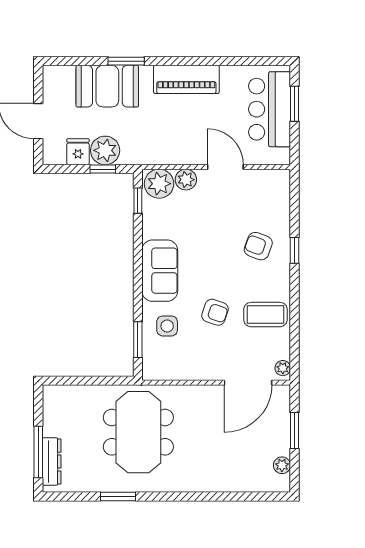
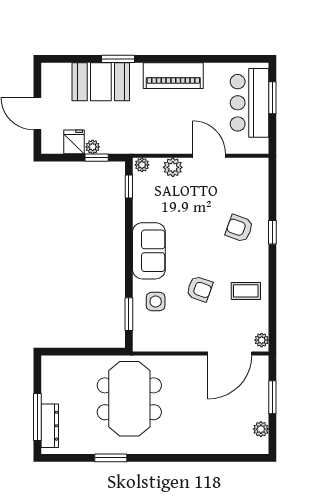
plant: (105, 150) -> (93, 147), width x0.53, depth x0.53
plant: (159, 184) -> (142, 165), width x0.53, depth x0.53
coffee table: (265, 315) -> (246, 291), width x0.73, depth x0.77

